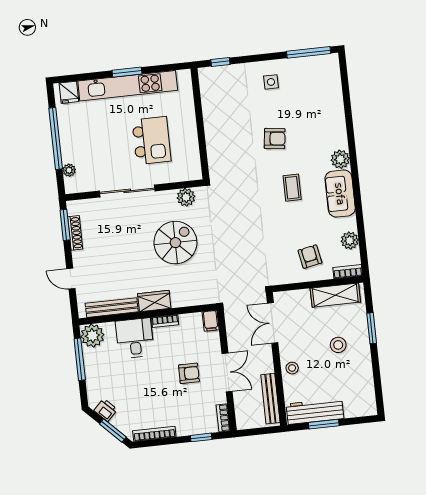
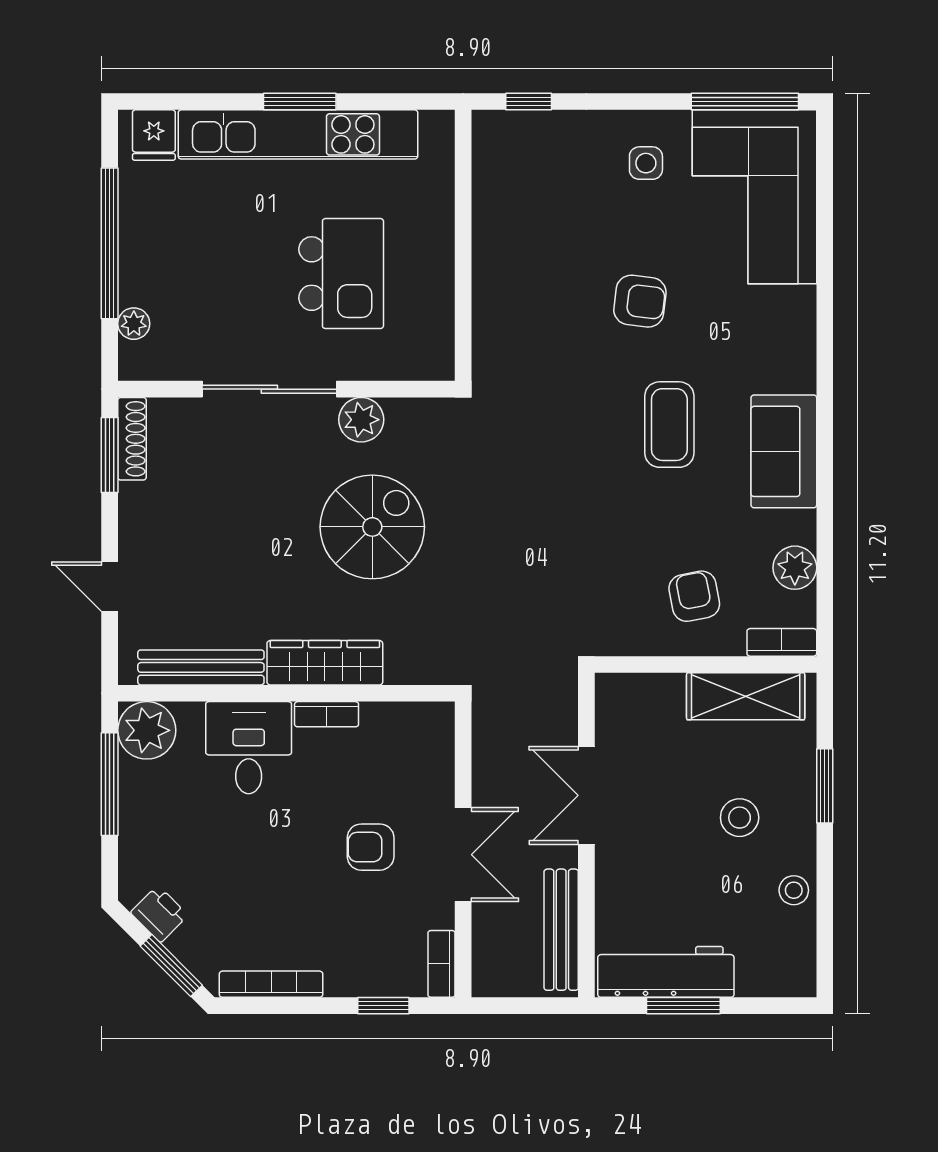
corner sofa: (317, 91) -> (754, 197), added
plant: (340, 159) -> (793, 368), removed
coffee table: (292, 188) -> (669, 425), width x1.36, depth x1.30
plant: (186, 197) -> (361, 420), moved
shoe rack: (75, 233) -> (132, 439), moved
wardrobe: (154, 301) -> (325, 663), width x1.50
filing cabinet: (211, 321) -> (437, 726), removed
double door: (273, 323) -> (586, 795), moved
stool: (292, 368) -> (794, 890), moved
armchair: (189, 373) -> (371, 847), turned 180

